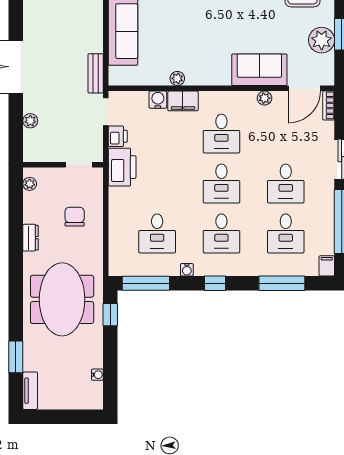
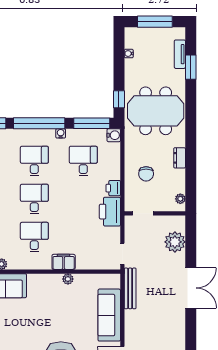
bench: (96, 73) -> (130, 288), width x1.36
water cooler: (158, 100) -> (114, 135), moved, turned -90
plant: (30, 121) -> (175, 242), width x1.88, depth x1.88
printer: (118, 136) -> (113, 188), moved
window: (215, 283) -> (39, 123), width x3.17
meeting table: (62, 299) -> (156, 111), turned 90
tv unit: (30, 391) -> (180, 54), moved
window: (63, 417) -> (155, 22), added

